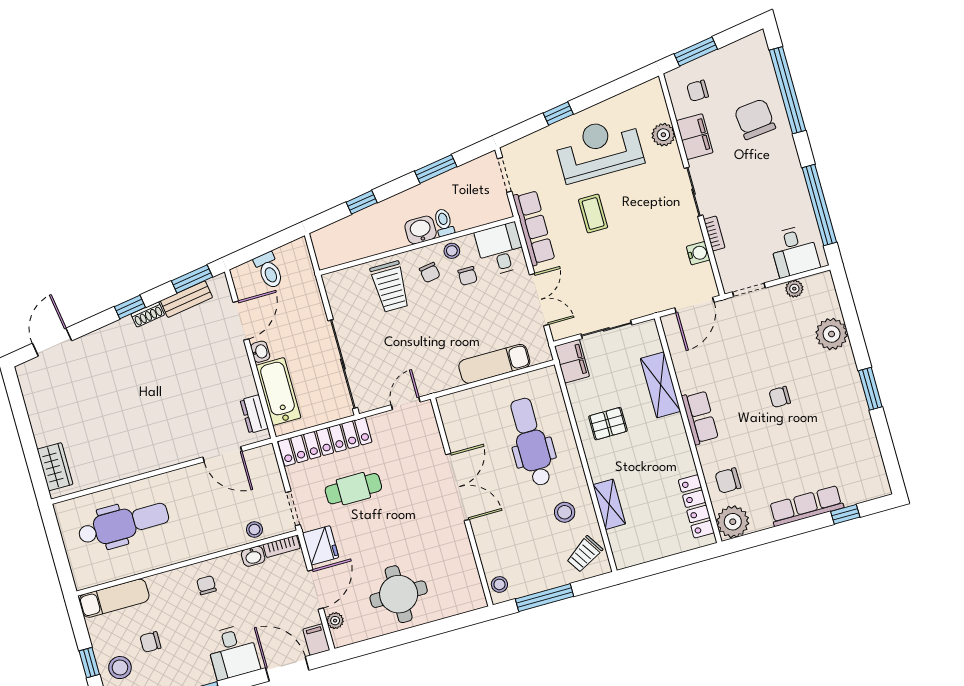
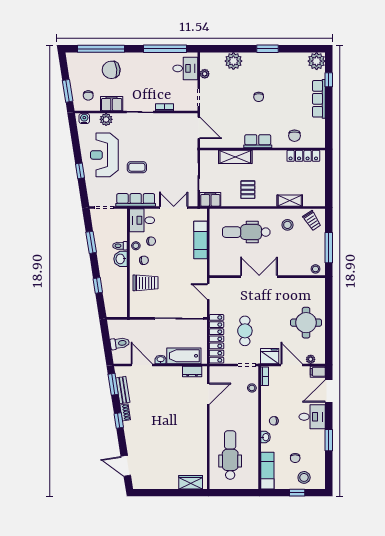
water cooler: (698, 253) -> (84, 118), moved
plant: (733, 522) -> (317, 61), moved
washbasin: (253, 556) -> (266, 437), moved

